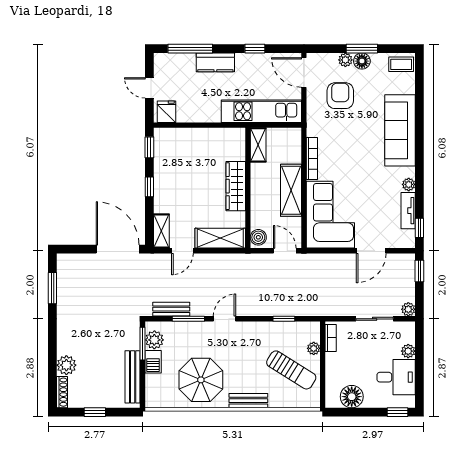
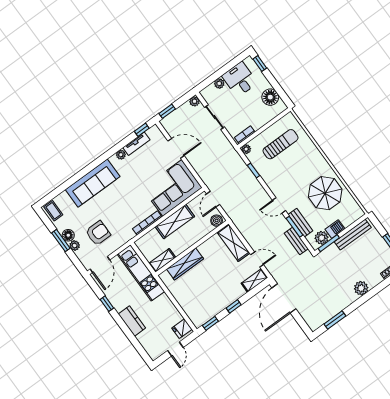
window: (190, 49) -> (135, 342), removed
armchair: (340, 96) -> (98, 233), turned 180
wardrobe: (236, 186) -> (185, 264), moved
plant: (314, 348) -> (246, 149), moved
plant: (66, 365) -> (361, 288), moved
sun lounger: (291, 370) -> (281, 144), turned 58
bench: (248, 401) -> (300, 223), moved

